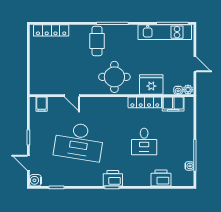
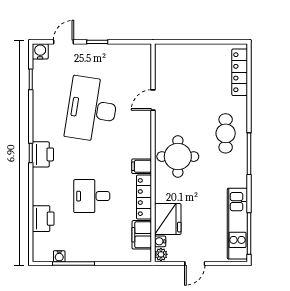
cafe table: (97, 41) -> (226, 133), turned 90
fridge: (151, 84) -> (168, 219), moved
filing cabinet: (42, 104) -> (142, 166), moved

